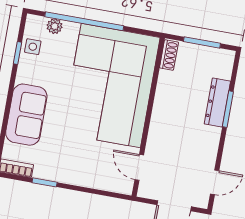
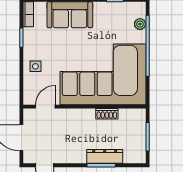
side table: (33, 47) -> (35, 66), moved
shoe rack: (169, 55) -> (107, 114), moved

